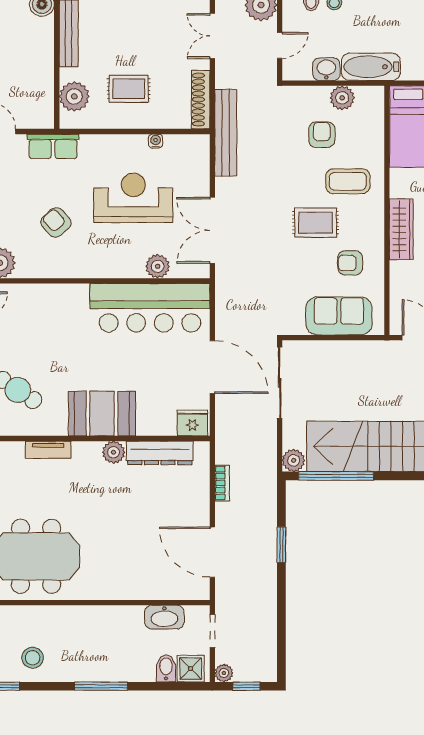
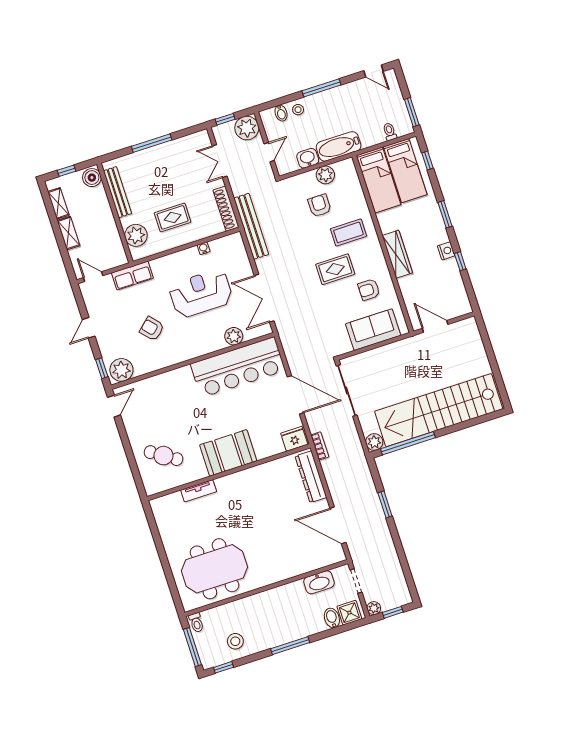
plant: (114, 452) -> (245, 478), removed
dresser: (160, 453) -> (311, 477), moved, turned 90
bookcase: (222, 483) -> (320, 446), moved

